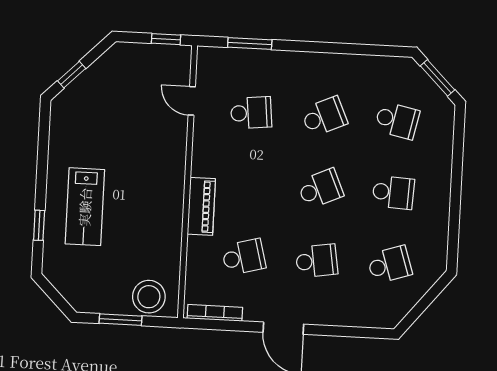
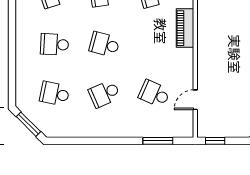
door: (192, 101) -> (195, 100), swing flipped
school desk: (251, 113) -> (154, 94), turned 30
school desk: (320, 189) -> (104, 44), turned 39

